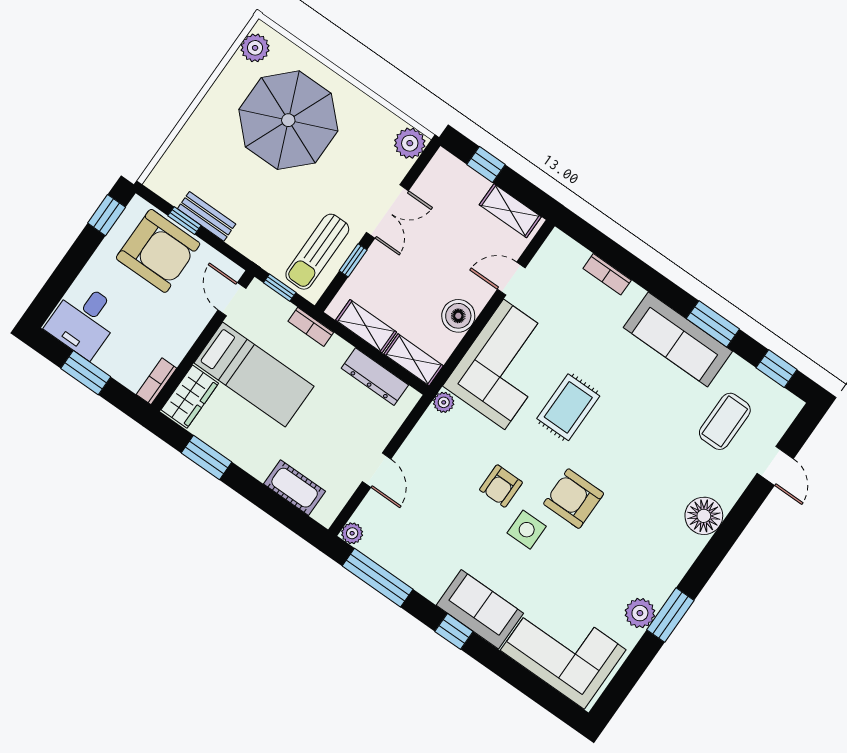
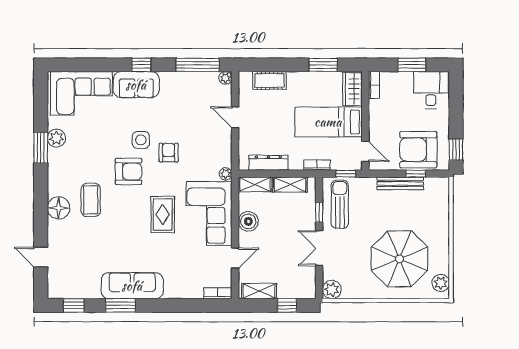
bench: (207, 216) -> (400, 183), width x1.36
bookcase: (607, 274) -> (218, 293), moved
coffee table: (725, 421) -> (91, 200), moved

